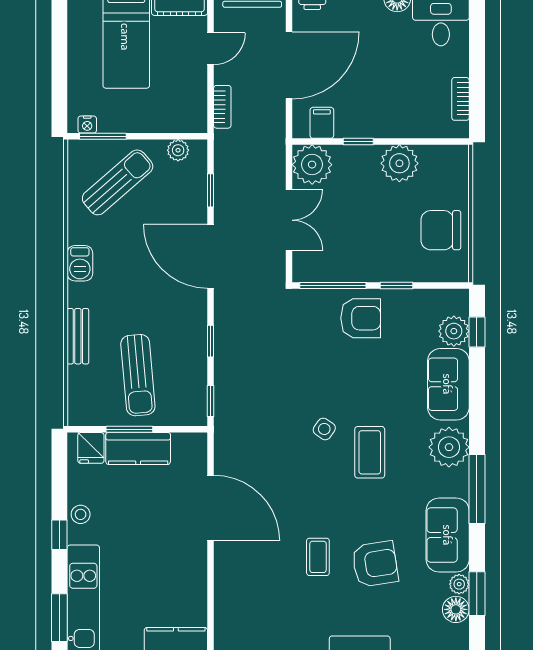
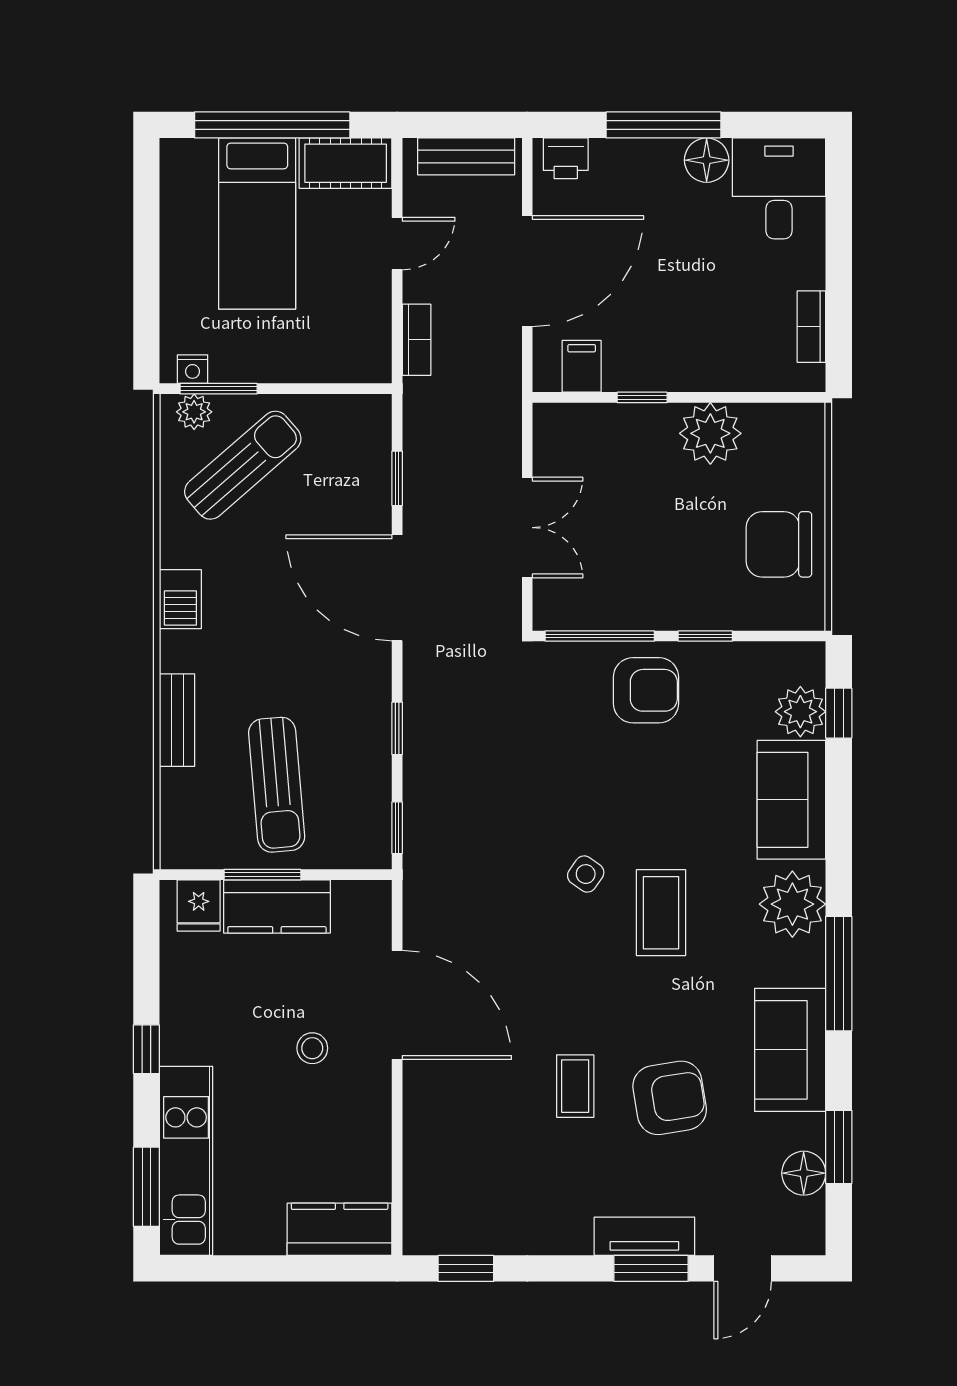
plant: (178, 150) -> (194, 412), moved
plant: (312, 165) -> (565, 435), removed
stool: (81, 514) -> (312, 1048), moved
plant: (459, 584) -> (809, 1131), removed

